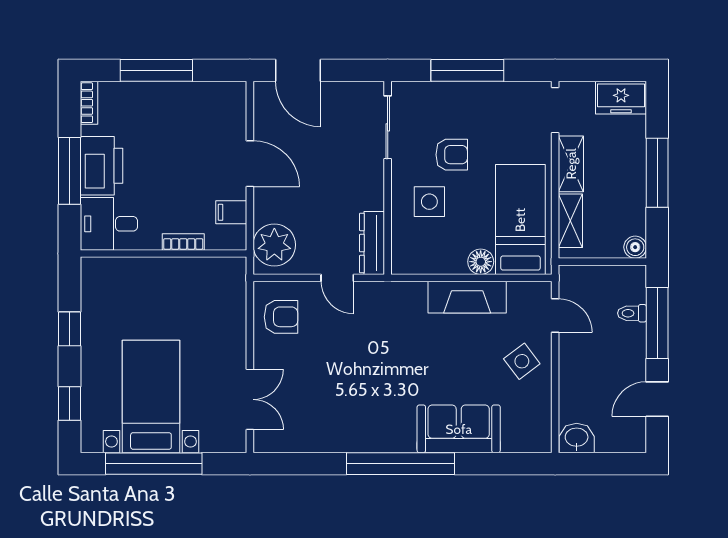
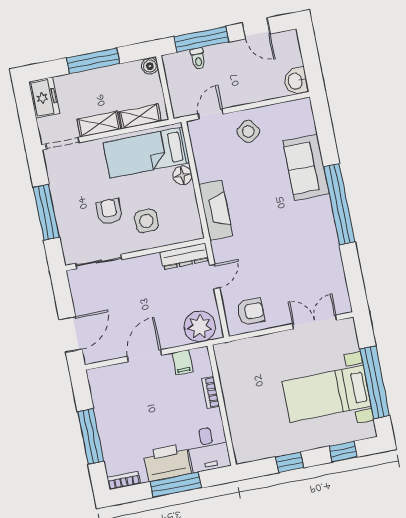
fireplace: (467, 297) -> (216, 210), moved
armchair: (281, 317) -> (251, 311), turned 90

